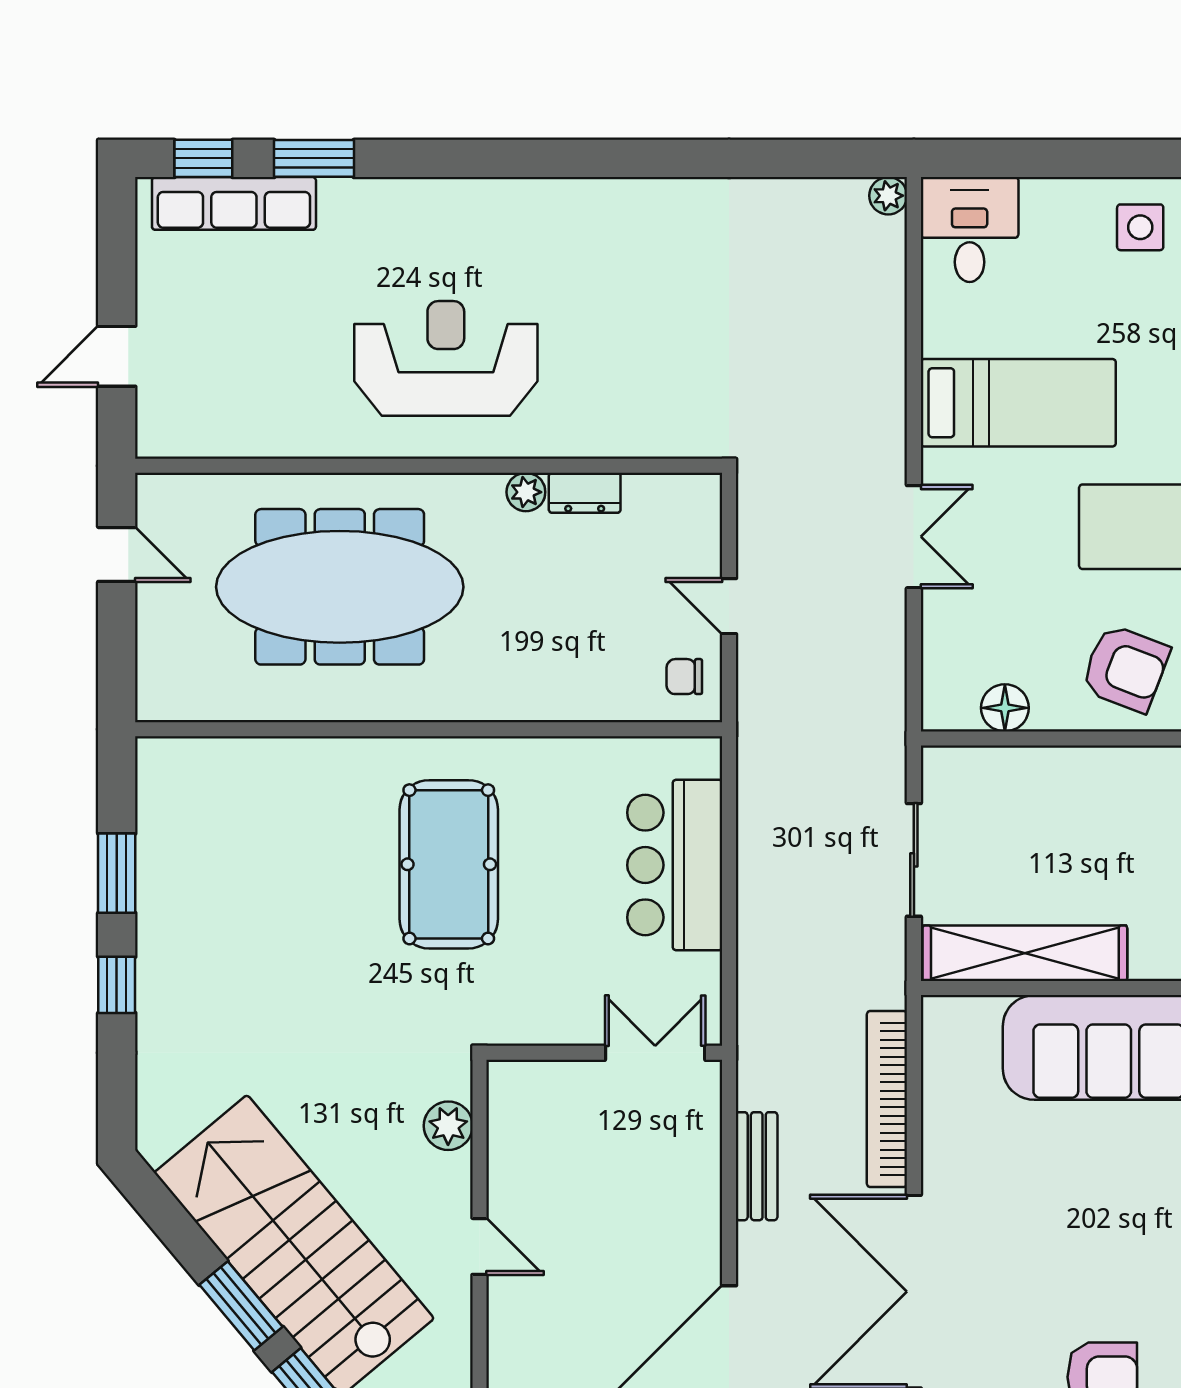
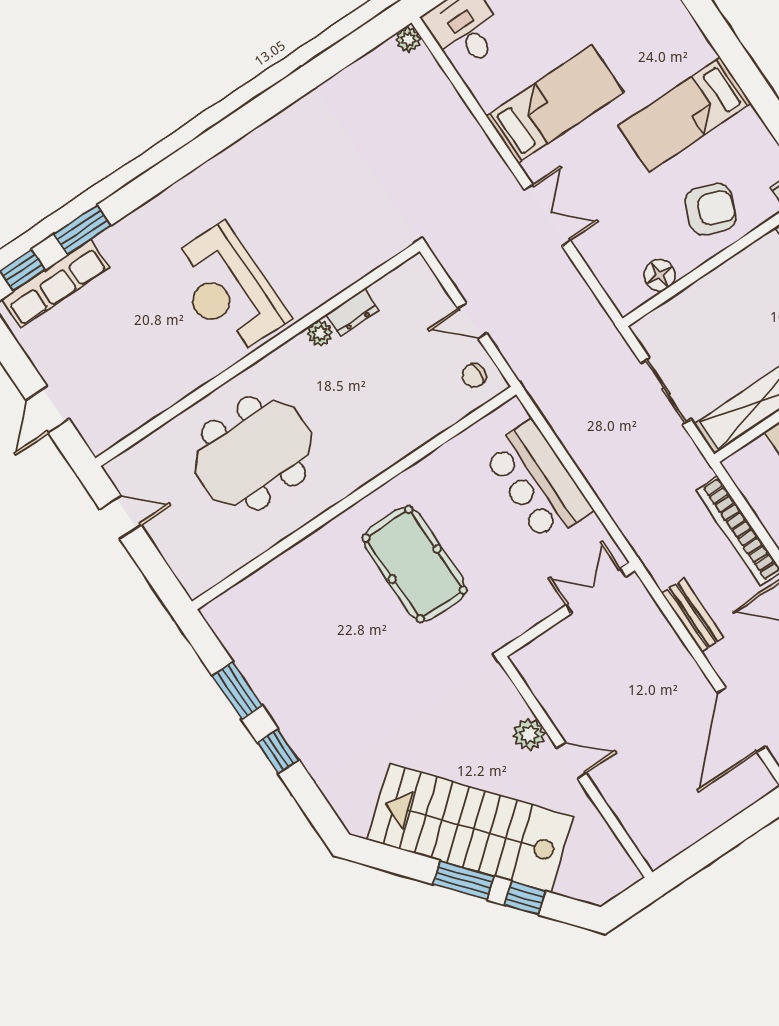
reception desk: (446, 358) -> (227, 290), turned -90
meeting table: (340, 587) -> (254, 453), width x0.73
plant: (448, 1126) -> (529, 734), moved

